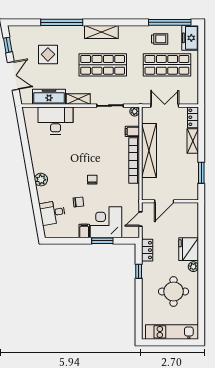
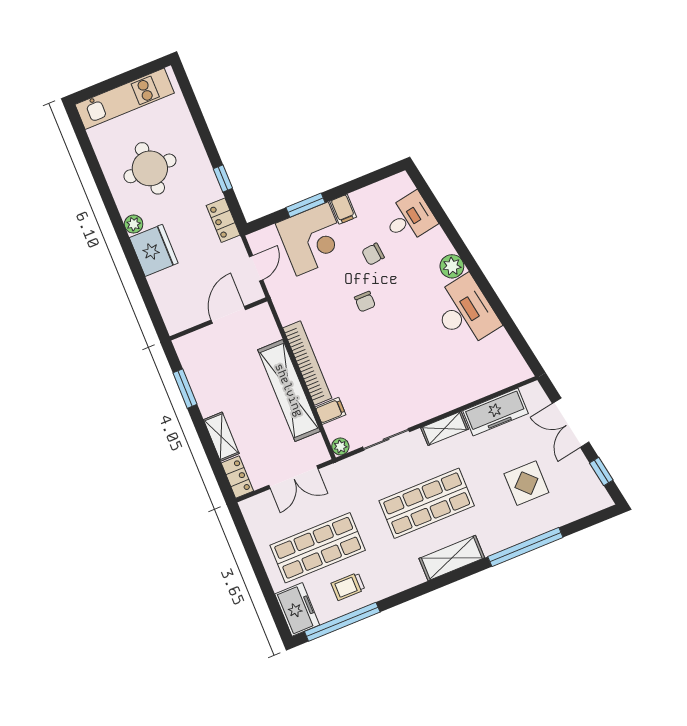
desk: (56, 120) -> (465, 312), moved, turned -100

